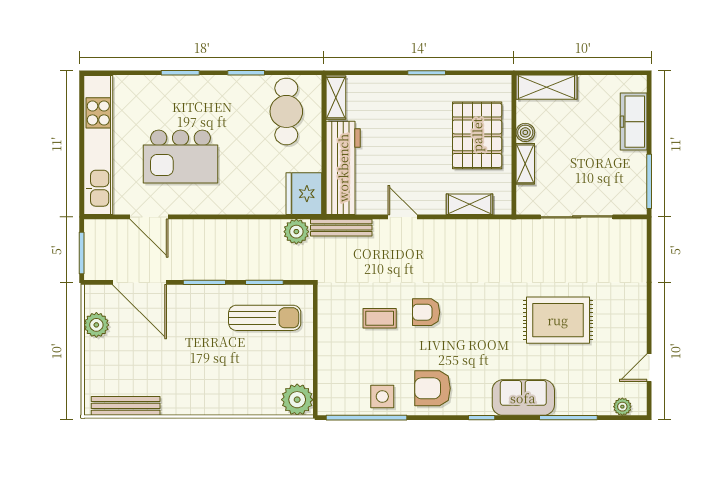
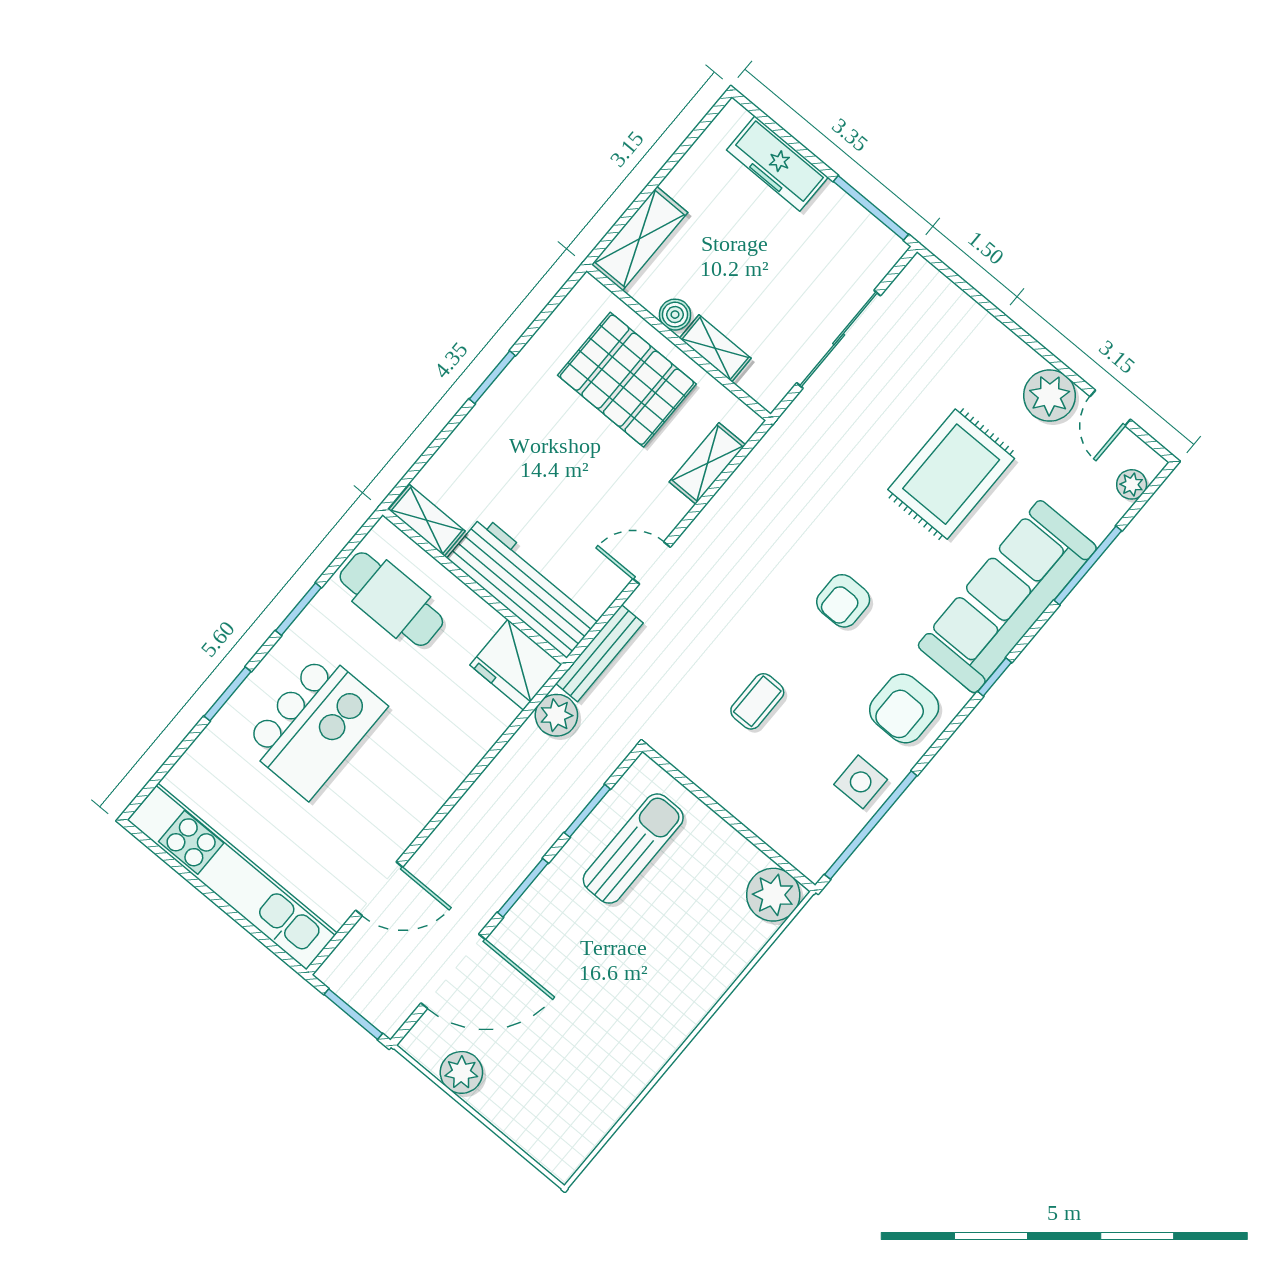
kitchen island: (180, 157) -> (315, 726), moved
armchair: (426, 312) -> (843, 601), moved
plant: (632, 335) -> (1049, 396), added
sofa: (523, 398) -> (1007, 597), width x1.85, depth x1.27
bench: (126, 406) -> (597, 1122), removed

